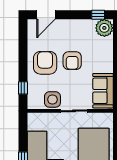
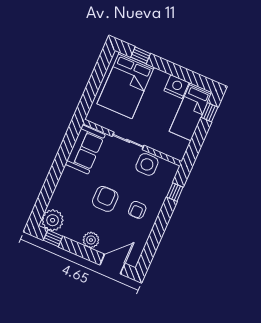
plant: (70, 26) -> (91, 240), added
armchair: (45, 63) -> (137, 210), width x0.53, depth x0.53

